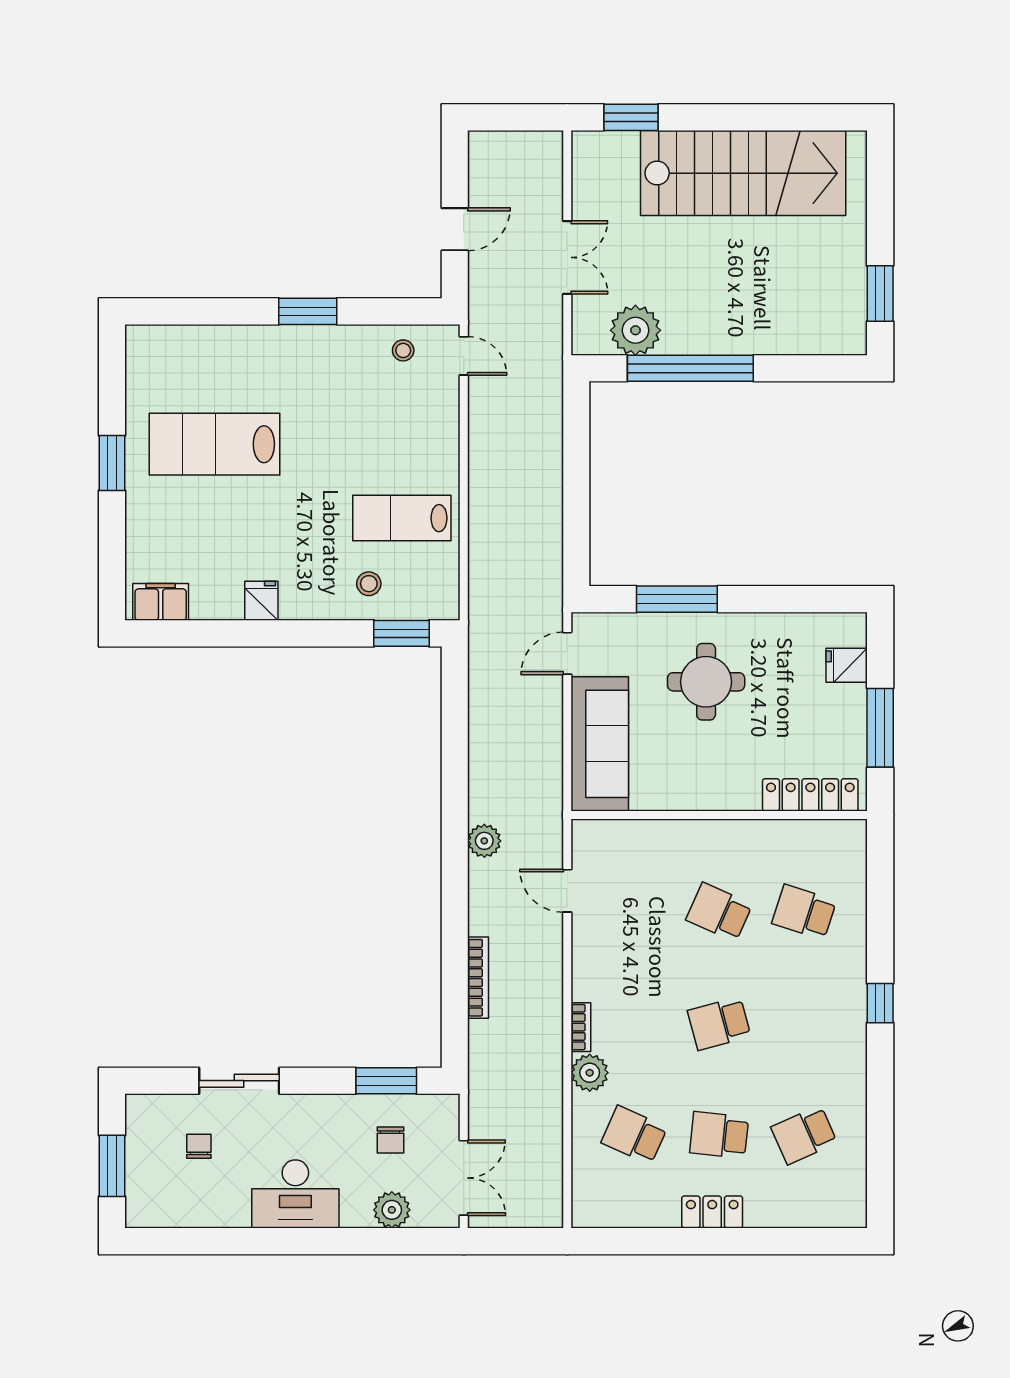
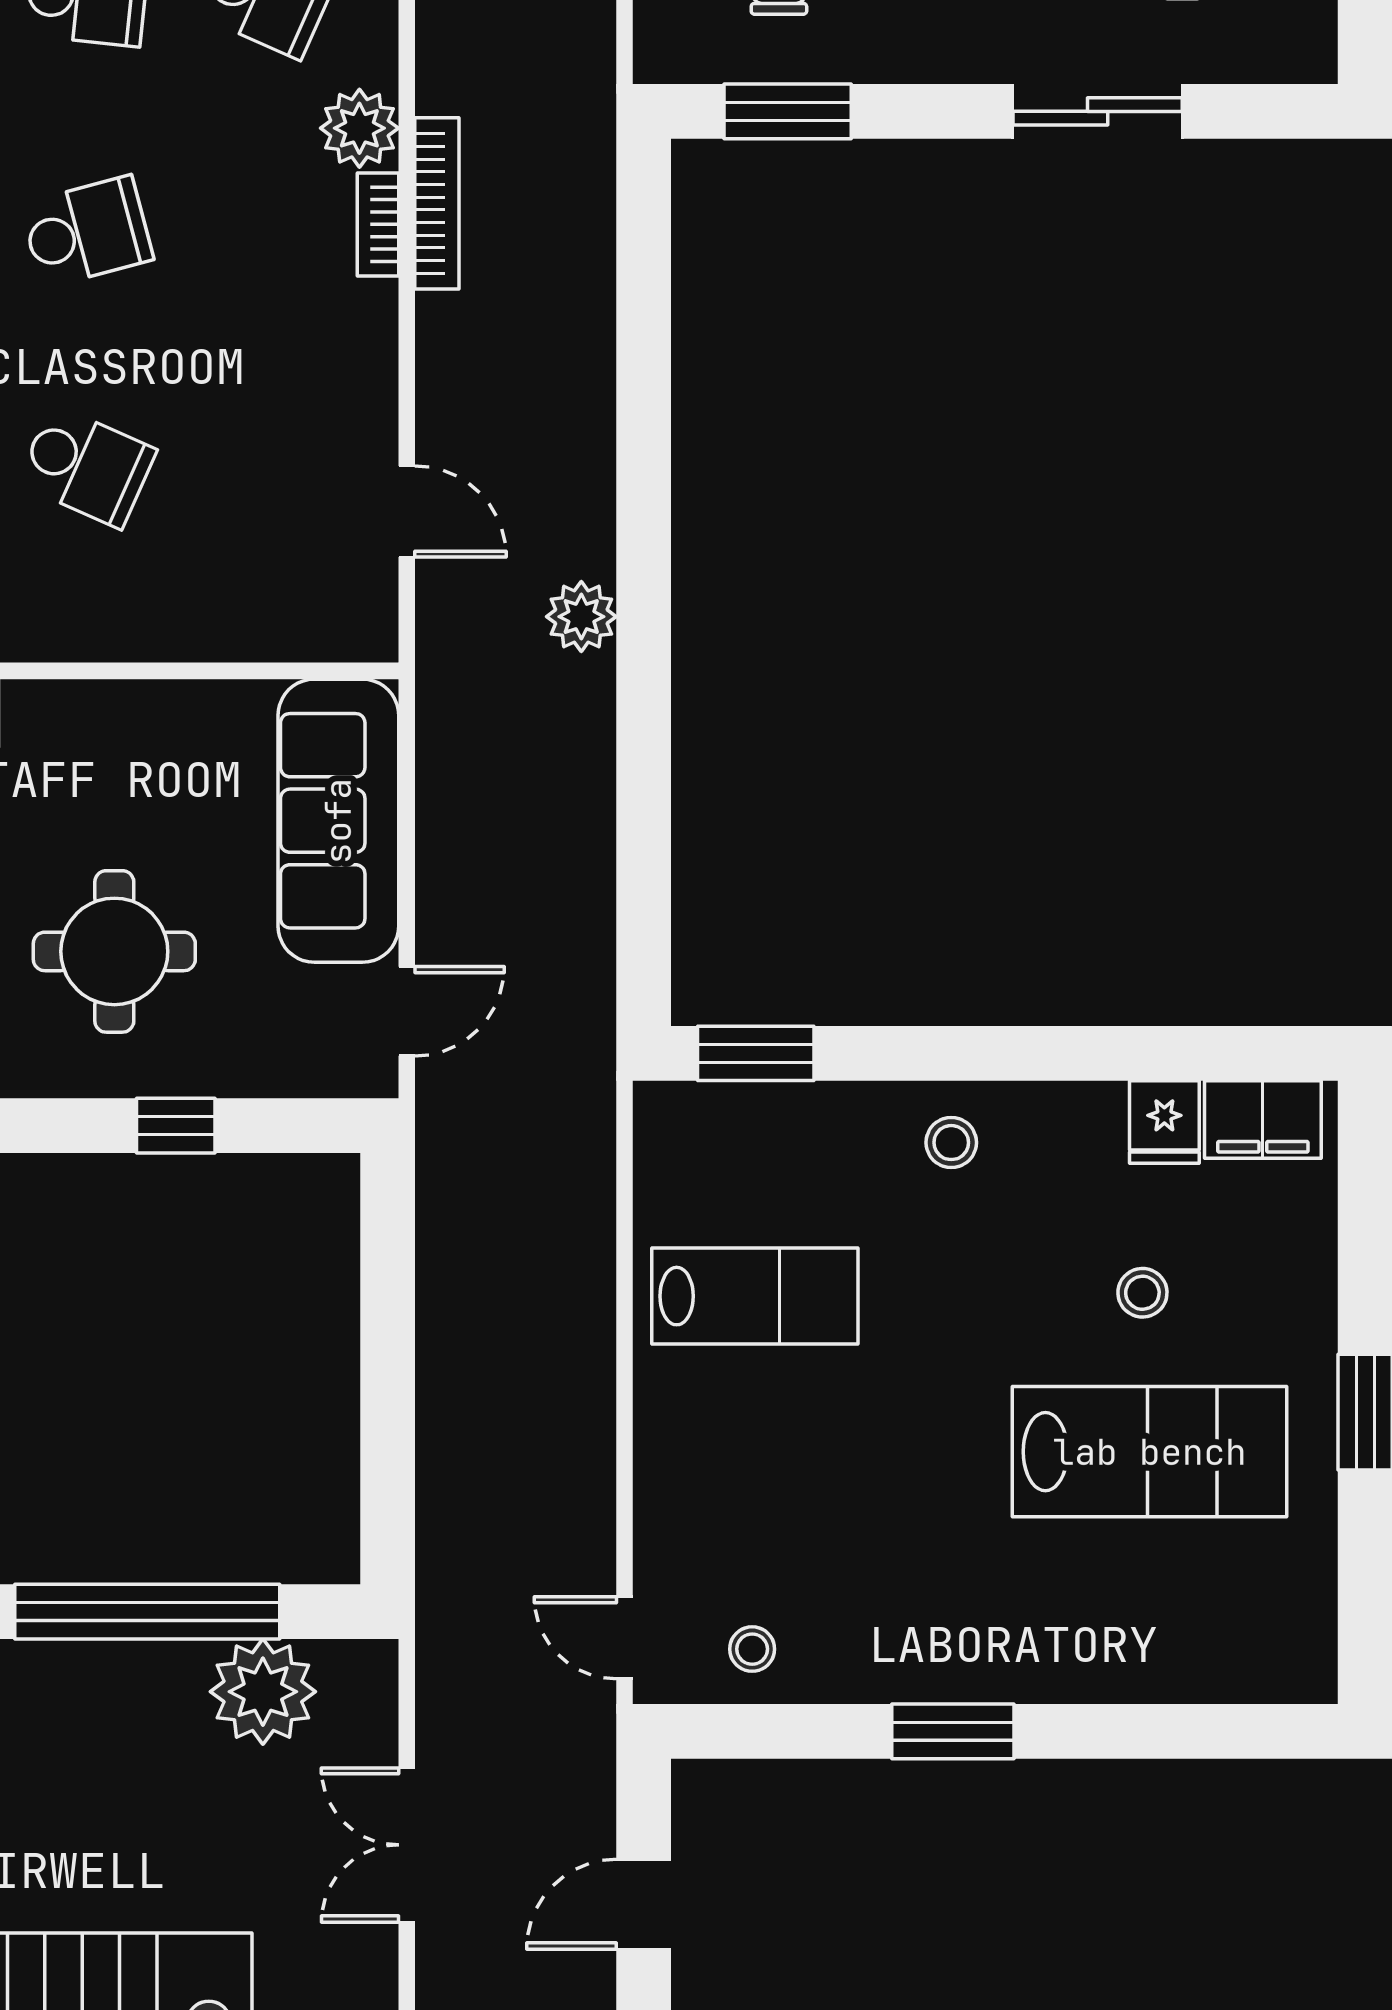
stool: (218, 520) -> (1142, 1293), added
stool: (369, 584) -> (951, 1143), moved
window: (677, 599) -> (176, 1126), width x0.46
fridge: (261, 601) -> (1164, 1122), moved
bookcase: (478, 978) -> (437, 203), moved, turned 180

